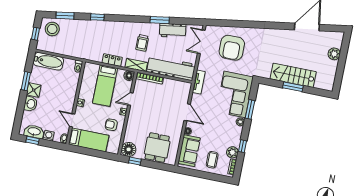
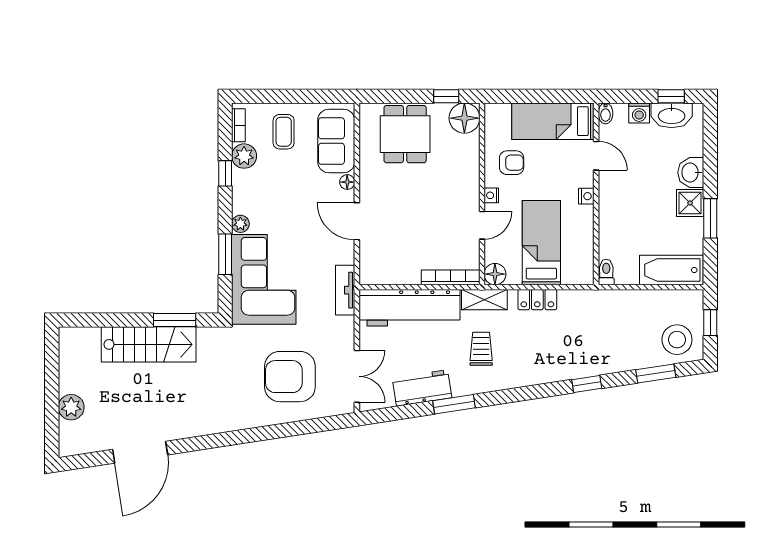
armchair: (232, 48) -> (290, 377), turned -90
window: (293, 87) -> (175, 320), moved

